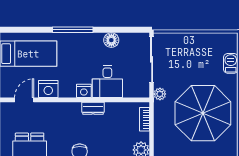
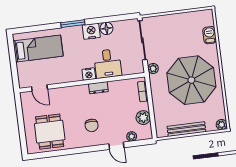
window: (73, 30) -> (73, 24), width x0.69
nightstand: (48, 89) -> (91, 31), moved, turned 180
door: (24, 100) -> (39, 88), swing flipped

